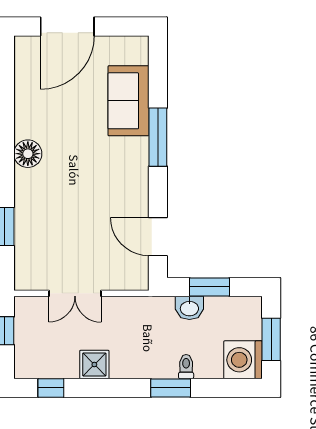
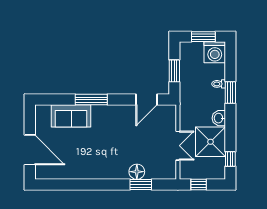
floor lamp: (28, 154) -> (137, 172), moved
washbasin: (189, 308) -> (219, 118), moved, turned 180
shower: (94, 364) -> (210, 142), width x1.86, depth x1.86

